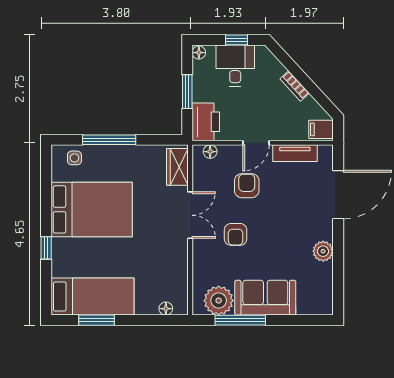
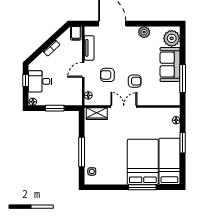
printer: (206, 122) -> (72, 98), removed
door: (256, 143) -> (83, 70), swing flipped
bed: (92, 209) -> (143, 162), moved
window: (46, 248) -> (142, 187), width x2.17
plant: (219, 301) -> (172, 38), moved
window: (96, 320) -> (183, 143), moved

